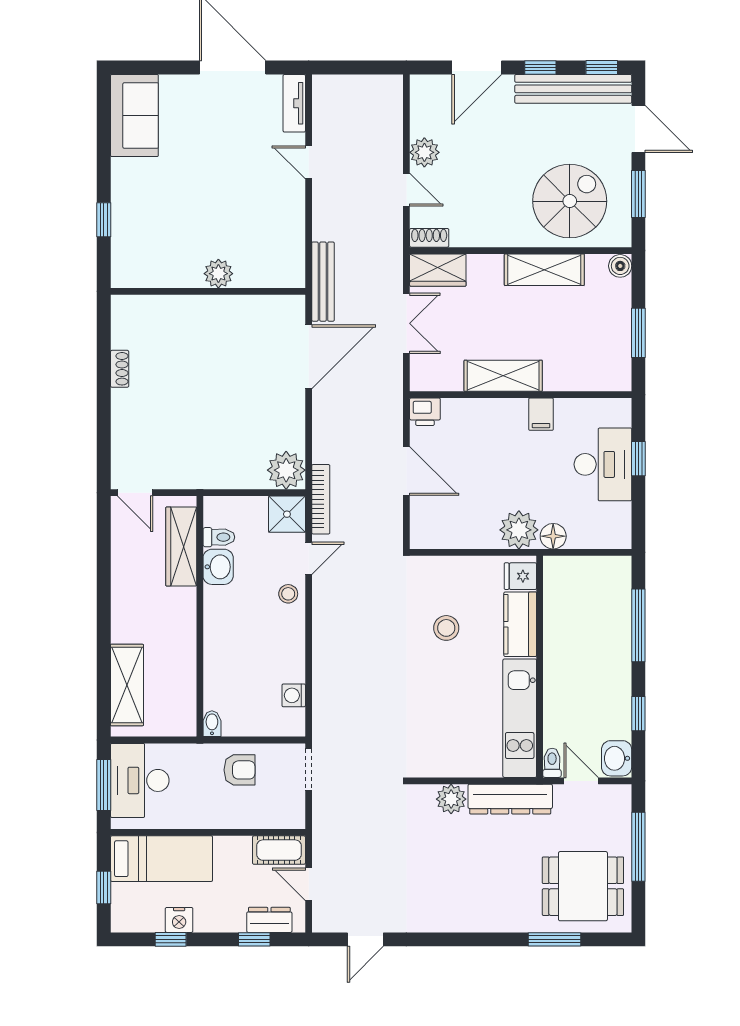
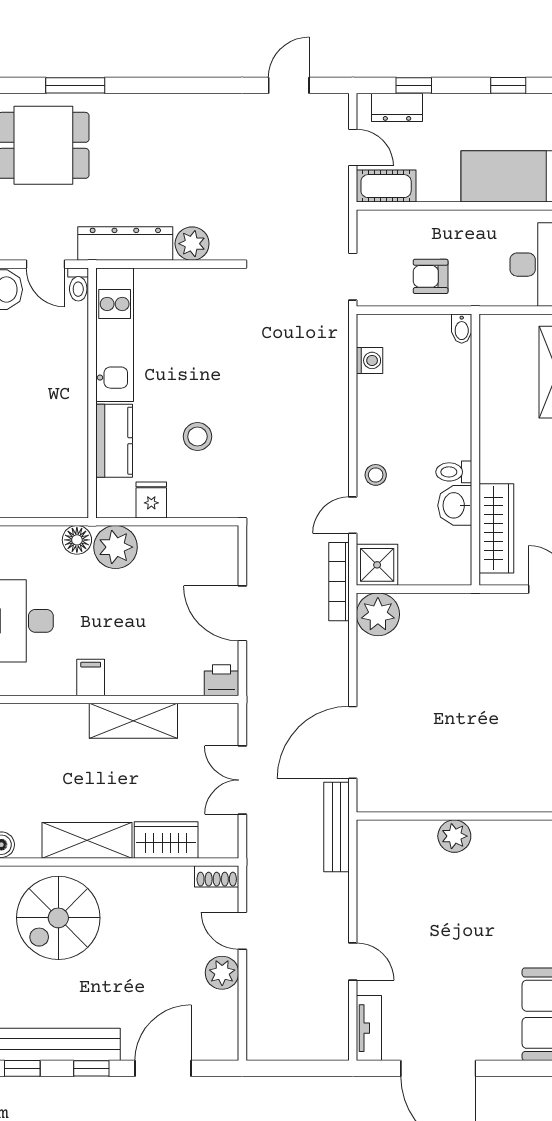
wardrobe: (438, 270) -> (166, 840), moved
toilet: (219, 537) -> (454, 472), moved
fridge: (520, 576) -> (151, 500), moved, turned -90
nightstand: (179, 920) -> (499, 107), removed

